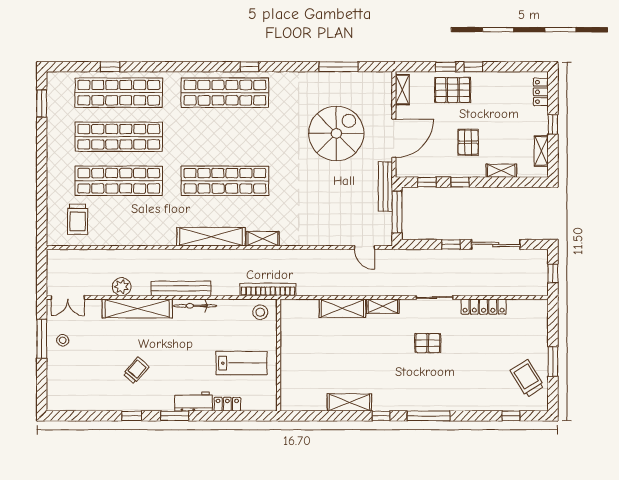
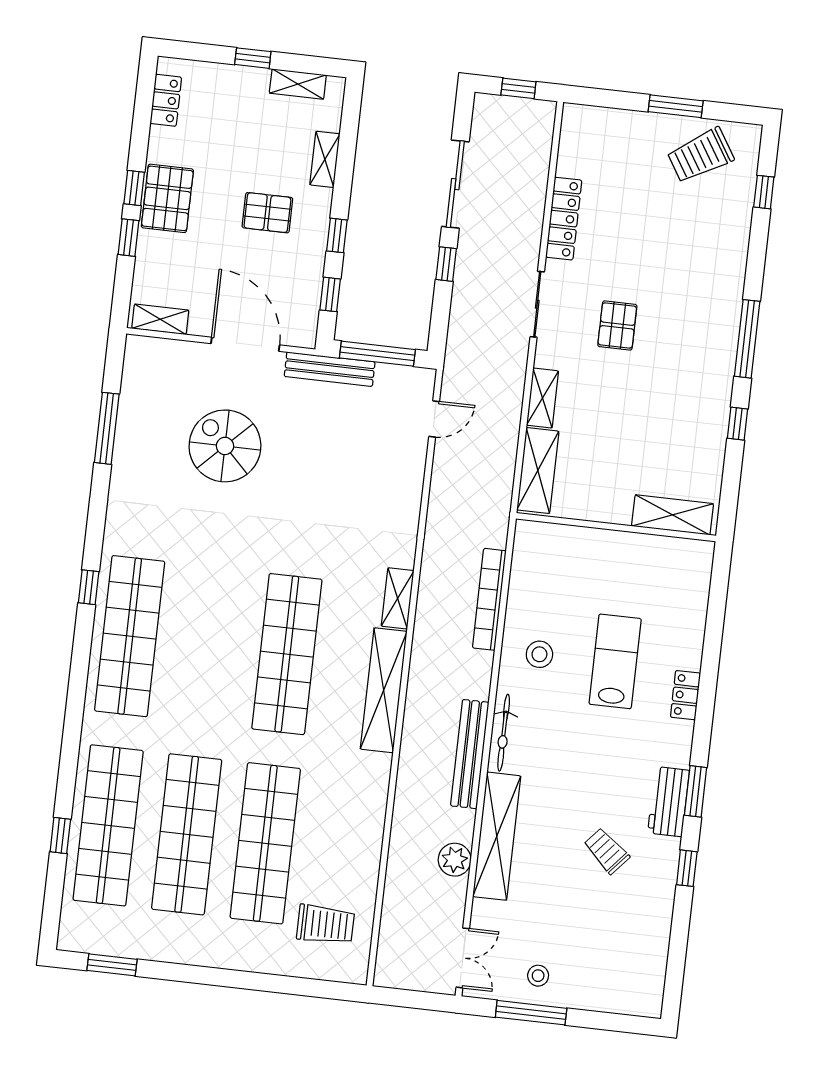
pallet: (453, 90) -> (167, 198), moved
locker: (541, 92) -> (166, 100), moved, turned -90
spiral stairs: (336, 133) -> (225, 446), width x0.73, depth x0.73
stool: (260, 312) -> (539, 654), moved
wall: (279, 355) -> (616, 527), moved
workbench: (193, 402) -> (669, 802), moved
shelving: (349, 402) -> (673, 515), moved, turned 90

